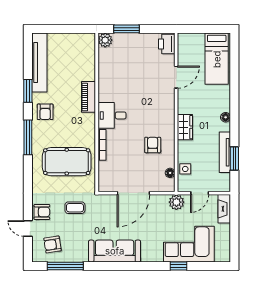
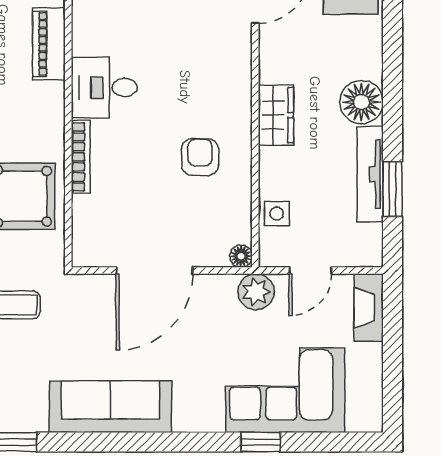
floor lamp: (226, 117) -> (361, 102), width x1.89, depth x1.89
floor lamp: (170, 173) -> (241, 256), moved

